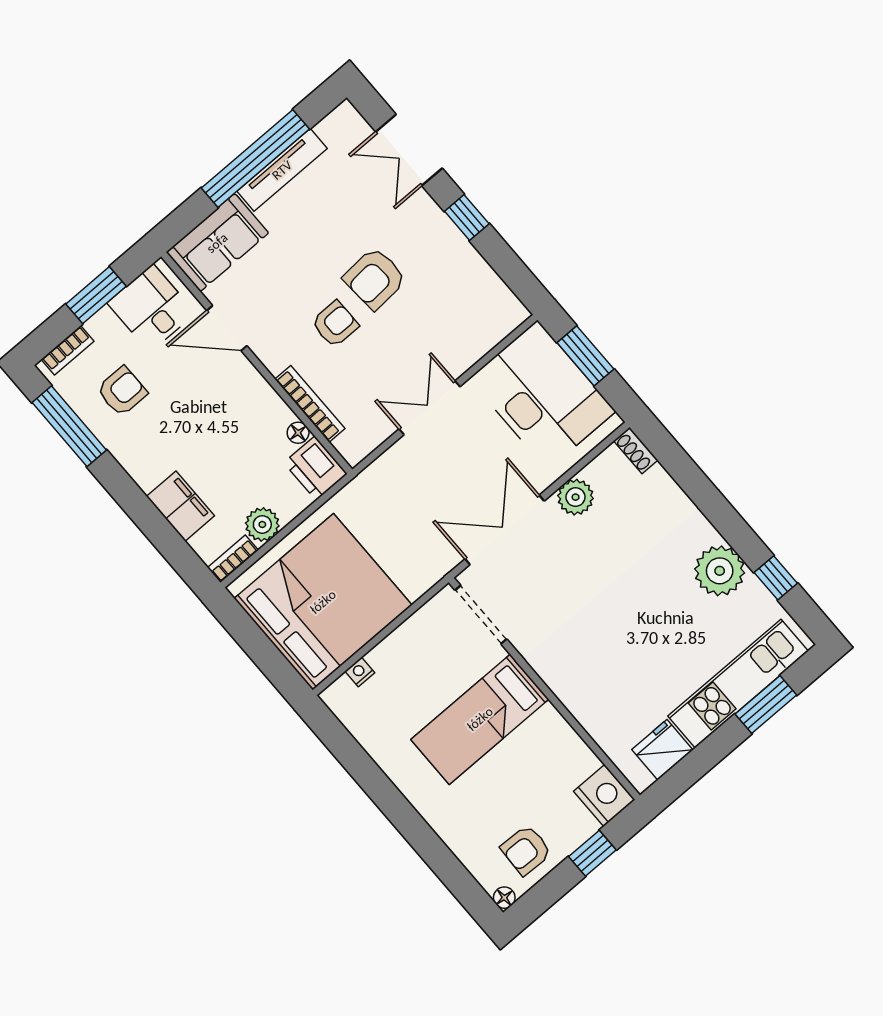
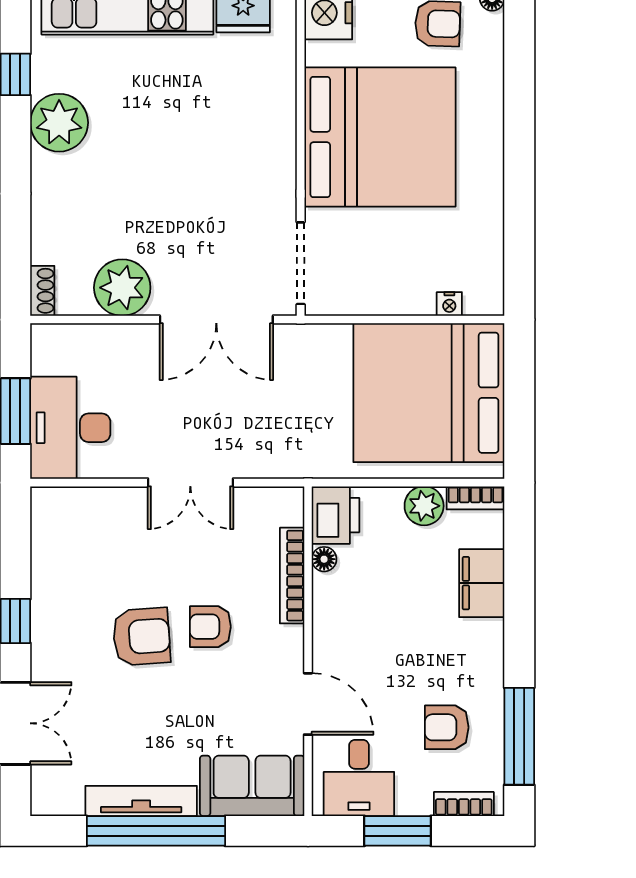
desk: (542, 395) -> (70, 428), width x0.73, depth x0.77
plant: (576, 497) -> (122, 288), width x1.36, depth x1.36
bed: (480, 719) -> (380, 137), width x2.04

